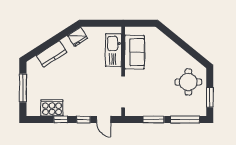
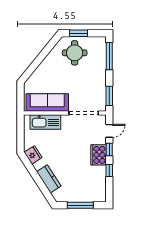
sofa: (135, 52) -> (47, 102), width x1.36
window: (210, 97) -> (79, 33), moved
cooker: (52, 108) -> (98, 155), moved
window: (154, 119) -> (109, 96), moved

